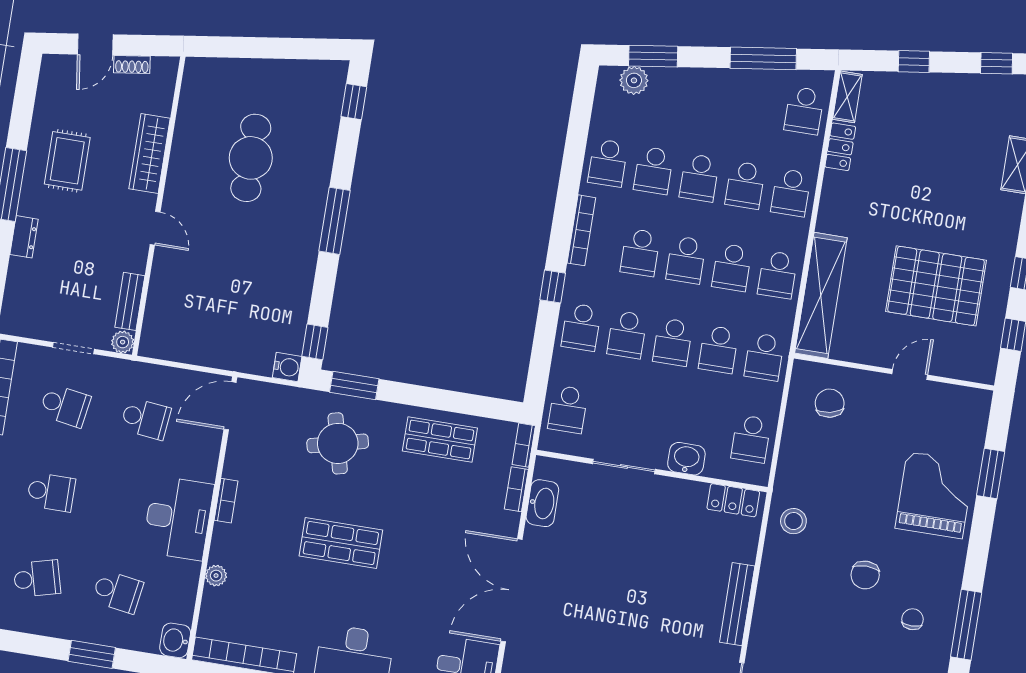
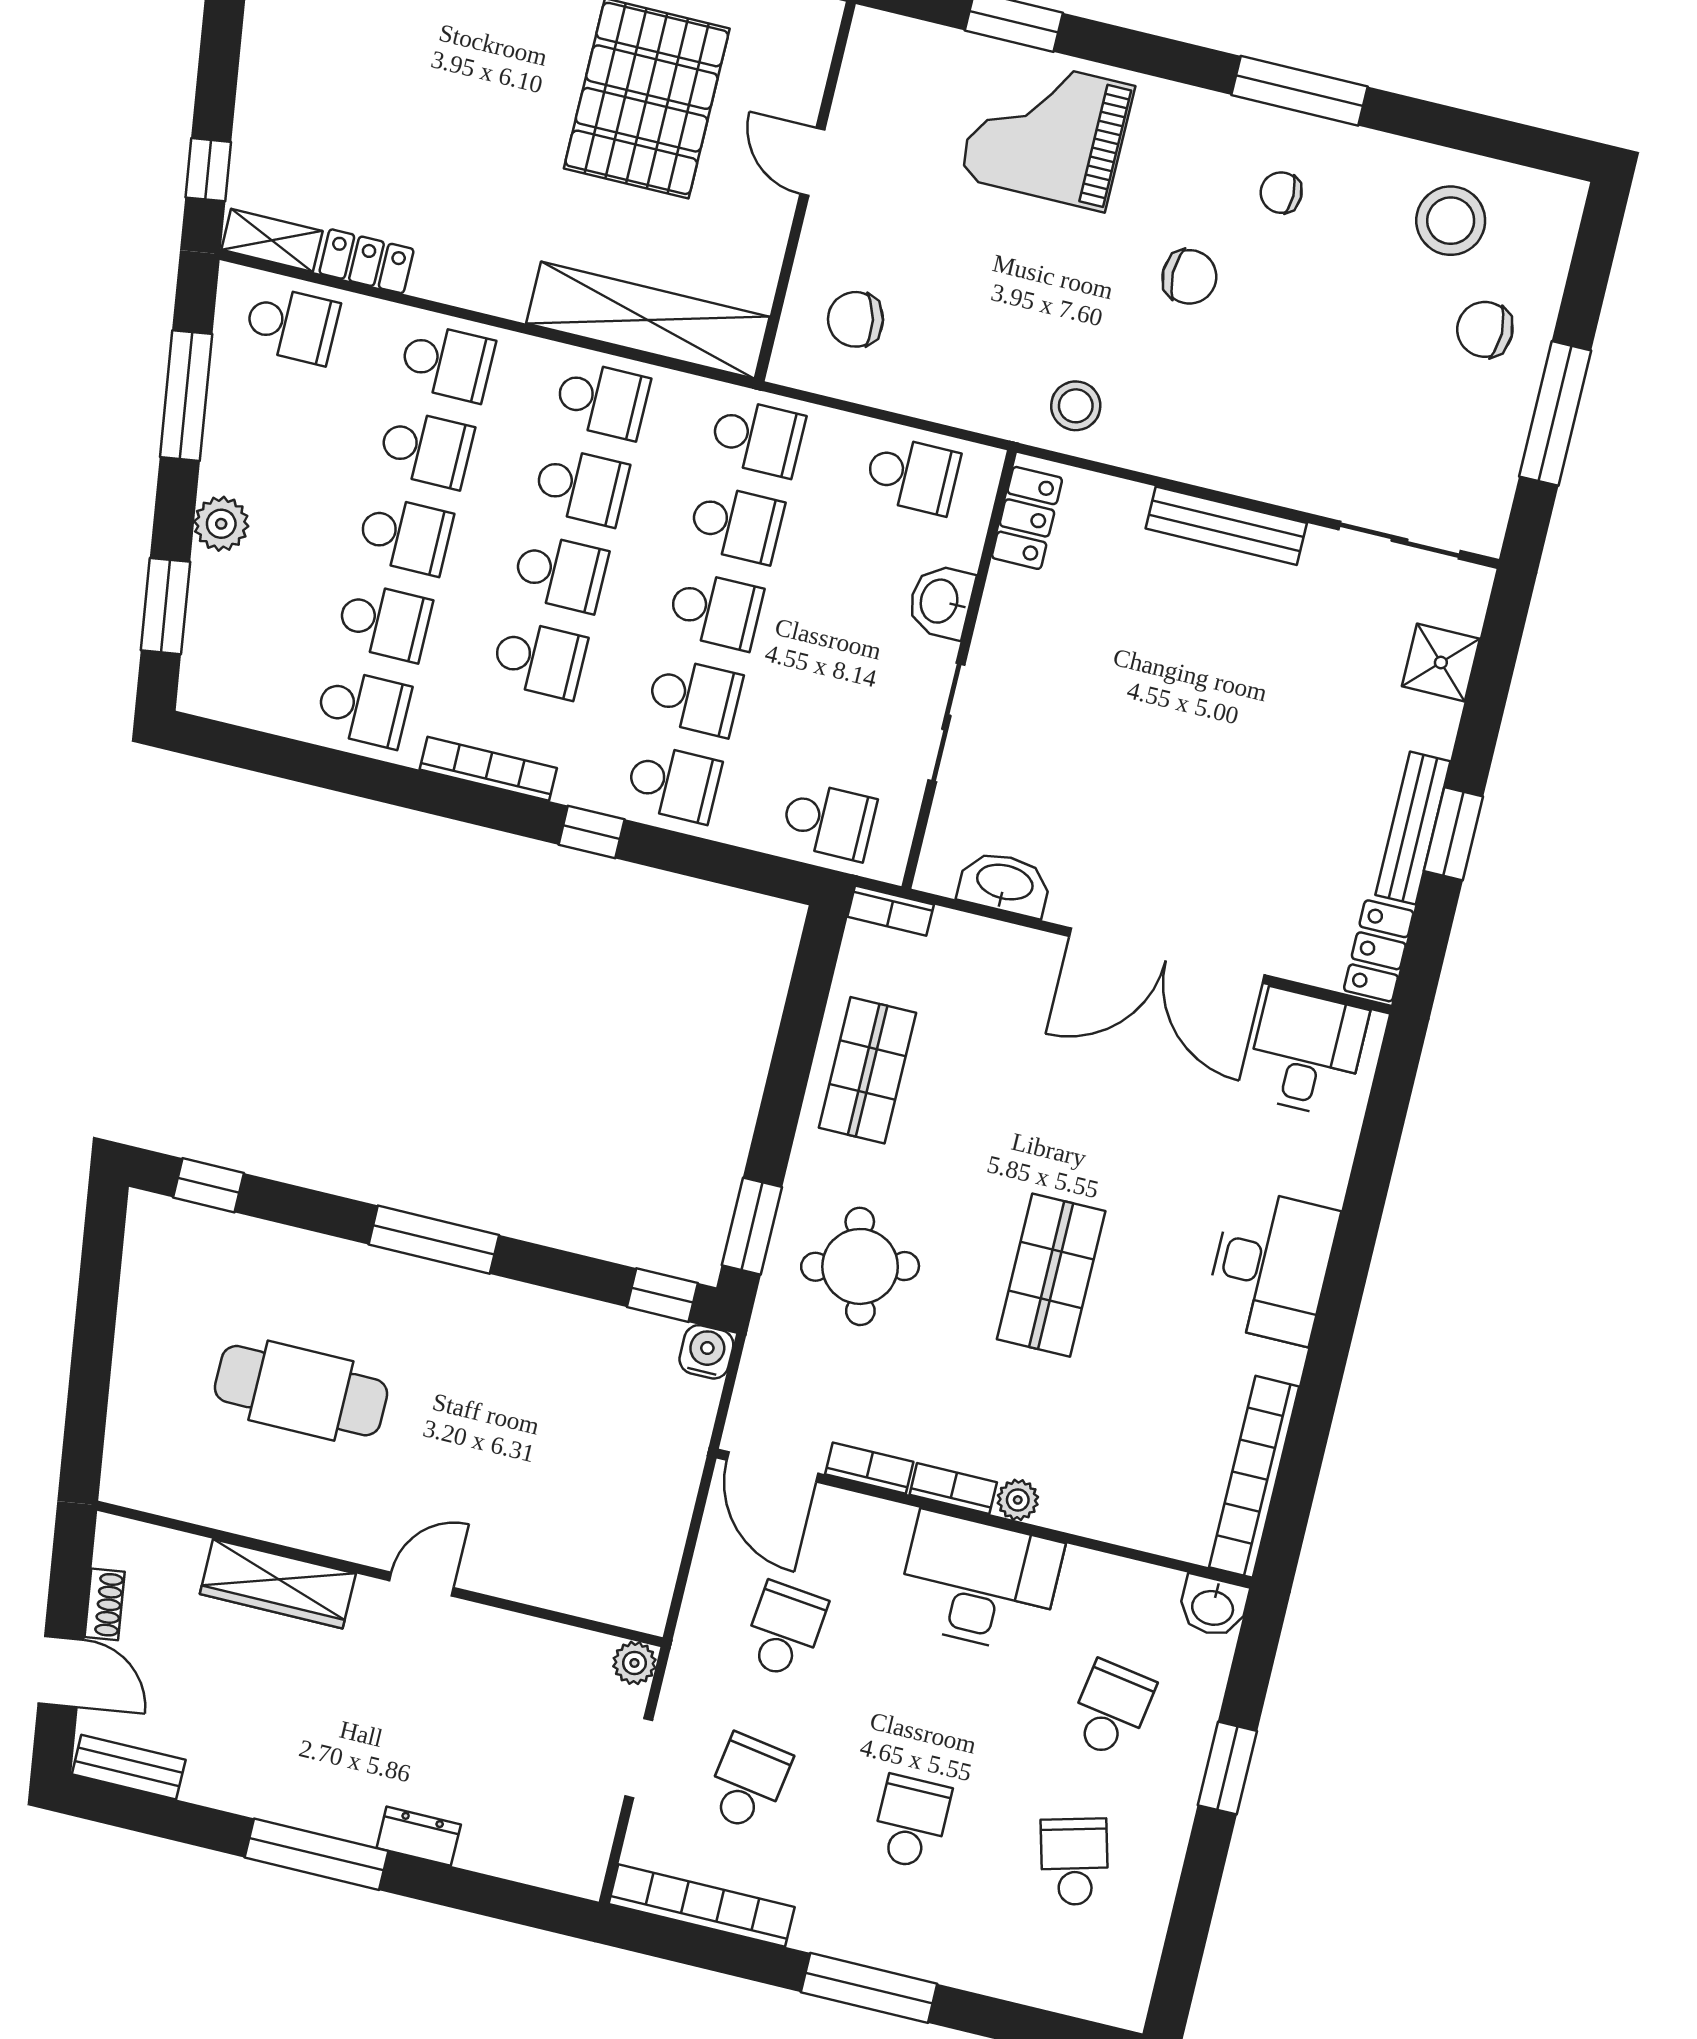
window: (914, 62) -> (208, 170), moved
plant: (634, 80) -> (221, 524), moved
rug: (67, 161) -> (280, 1742), removed
bench: (130, 301) -> (129, 1767), moved
bookcase: (516, 489) -> (869, 1468), moved, turned 180
plant: (216, 576) -> (1018, 1500), moved

